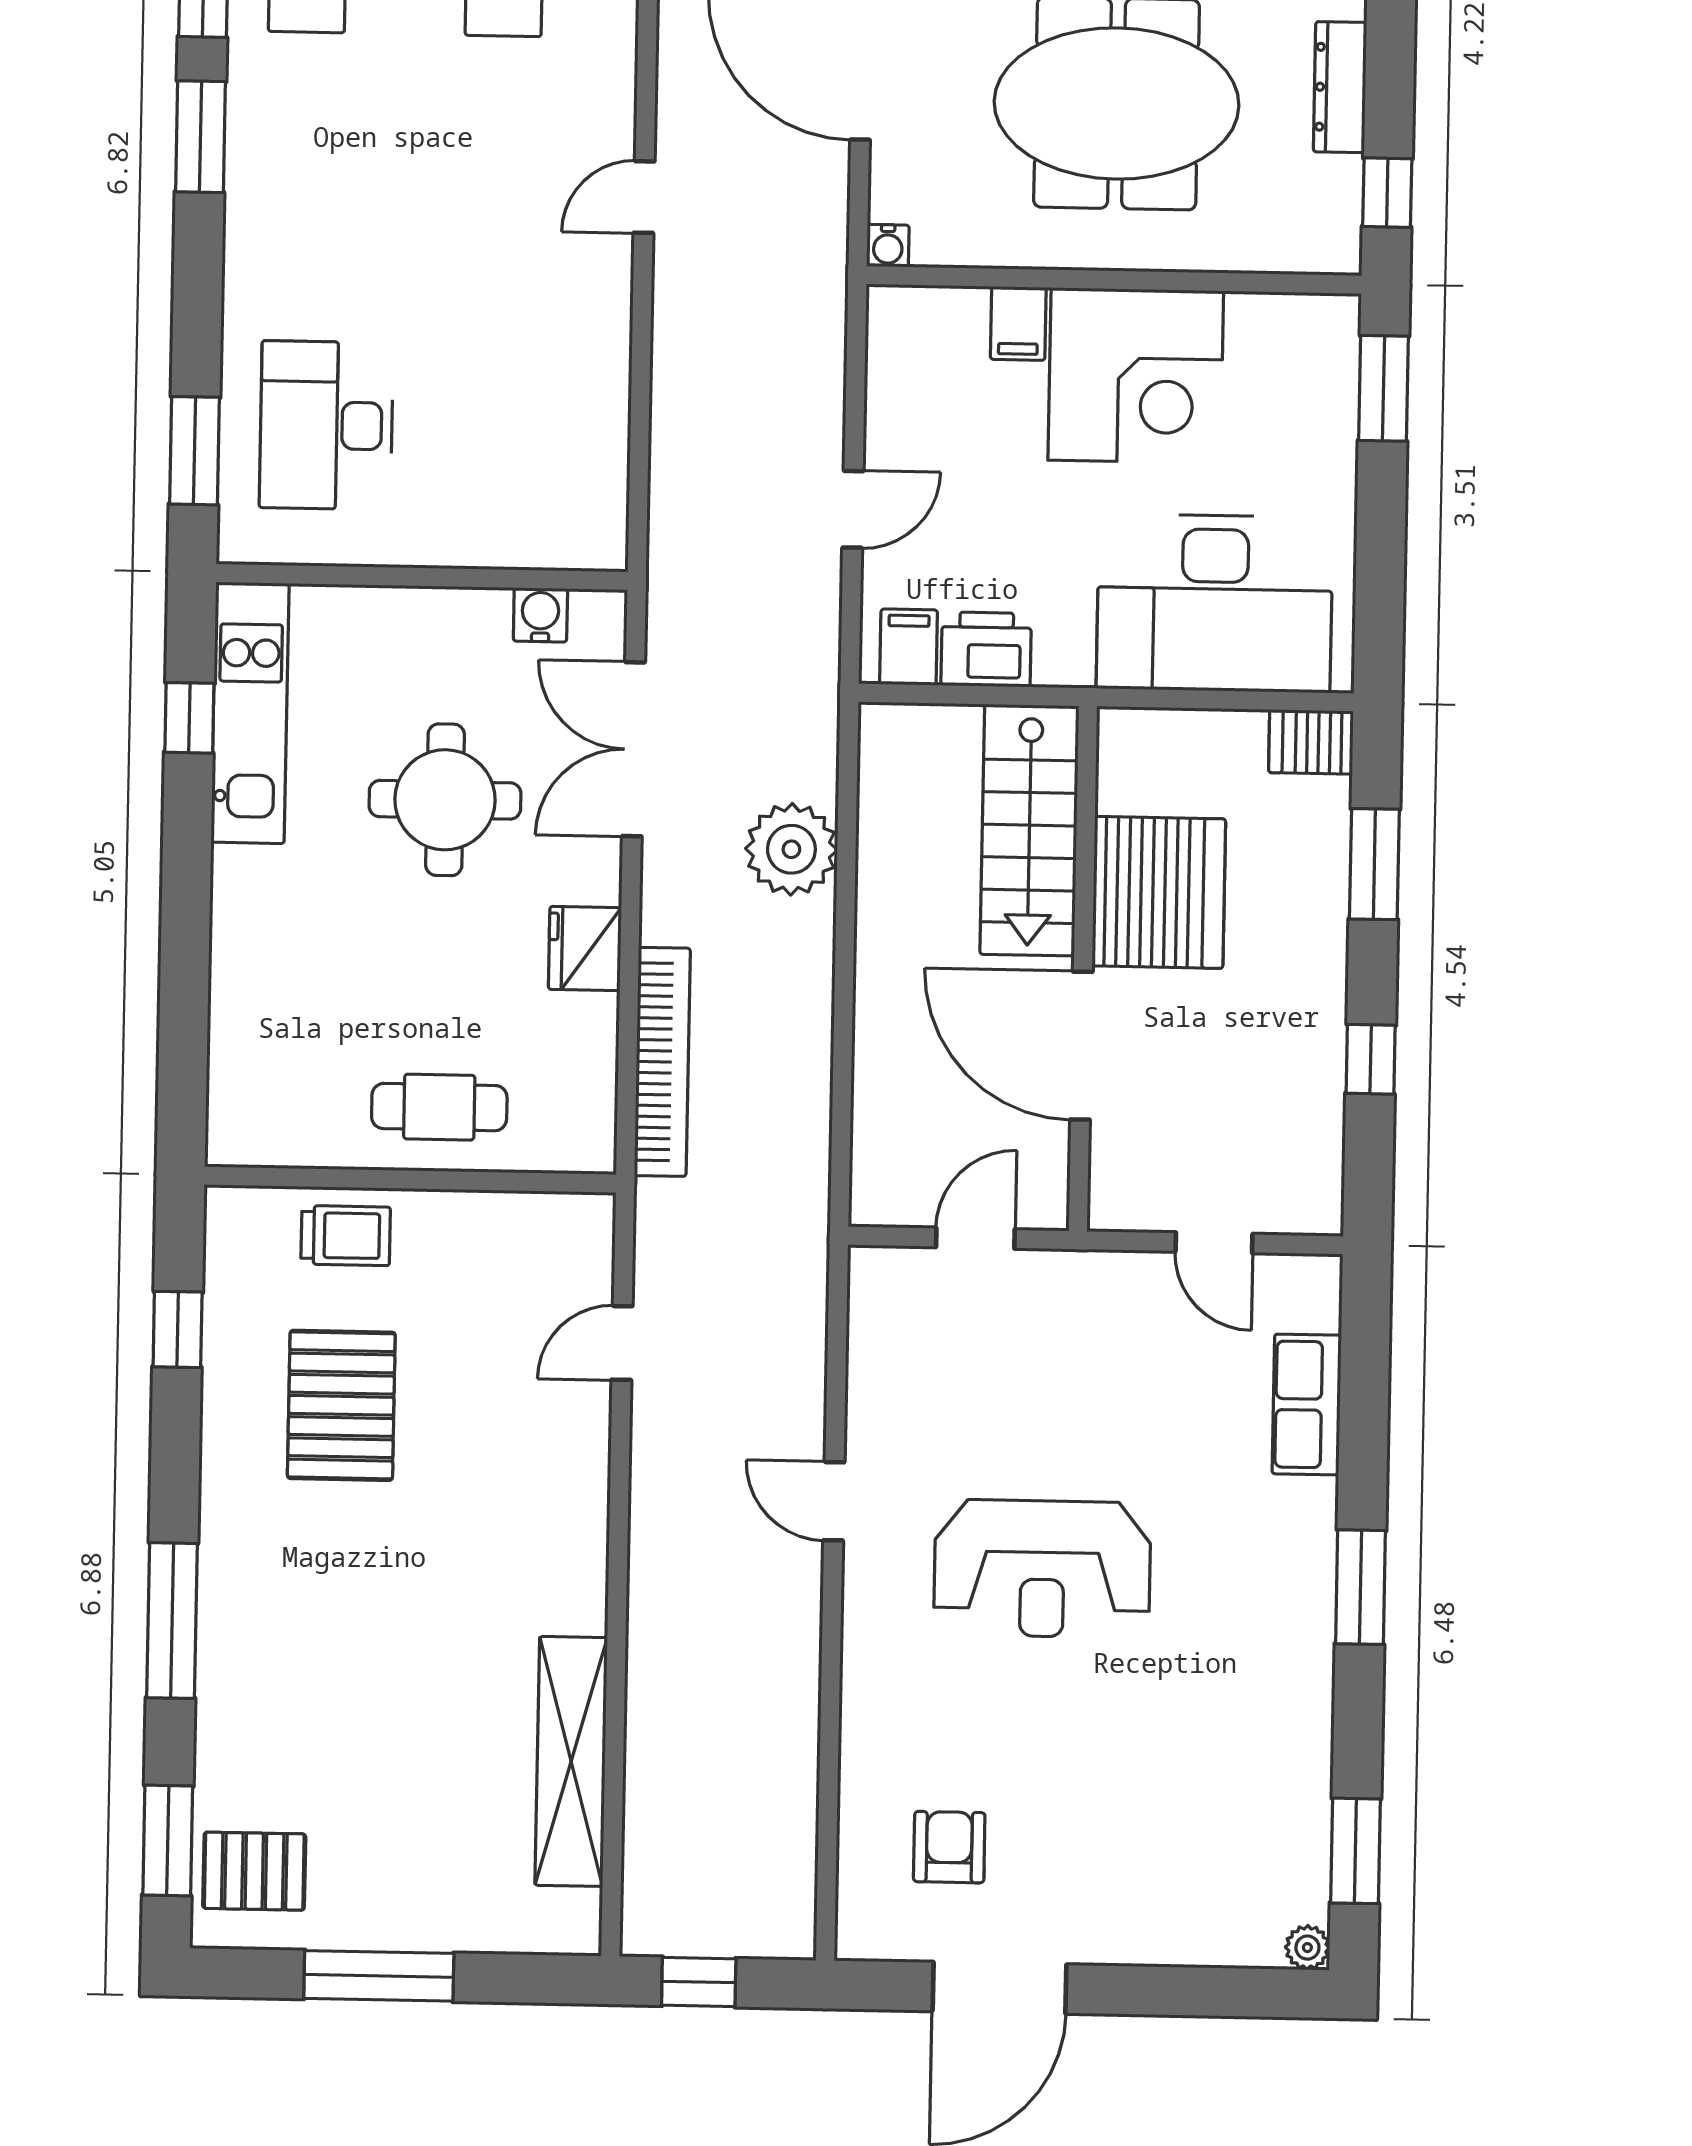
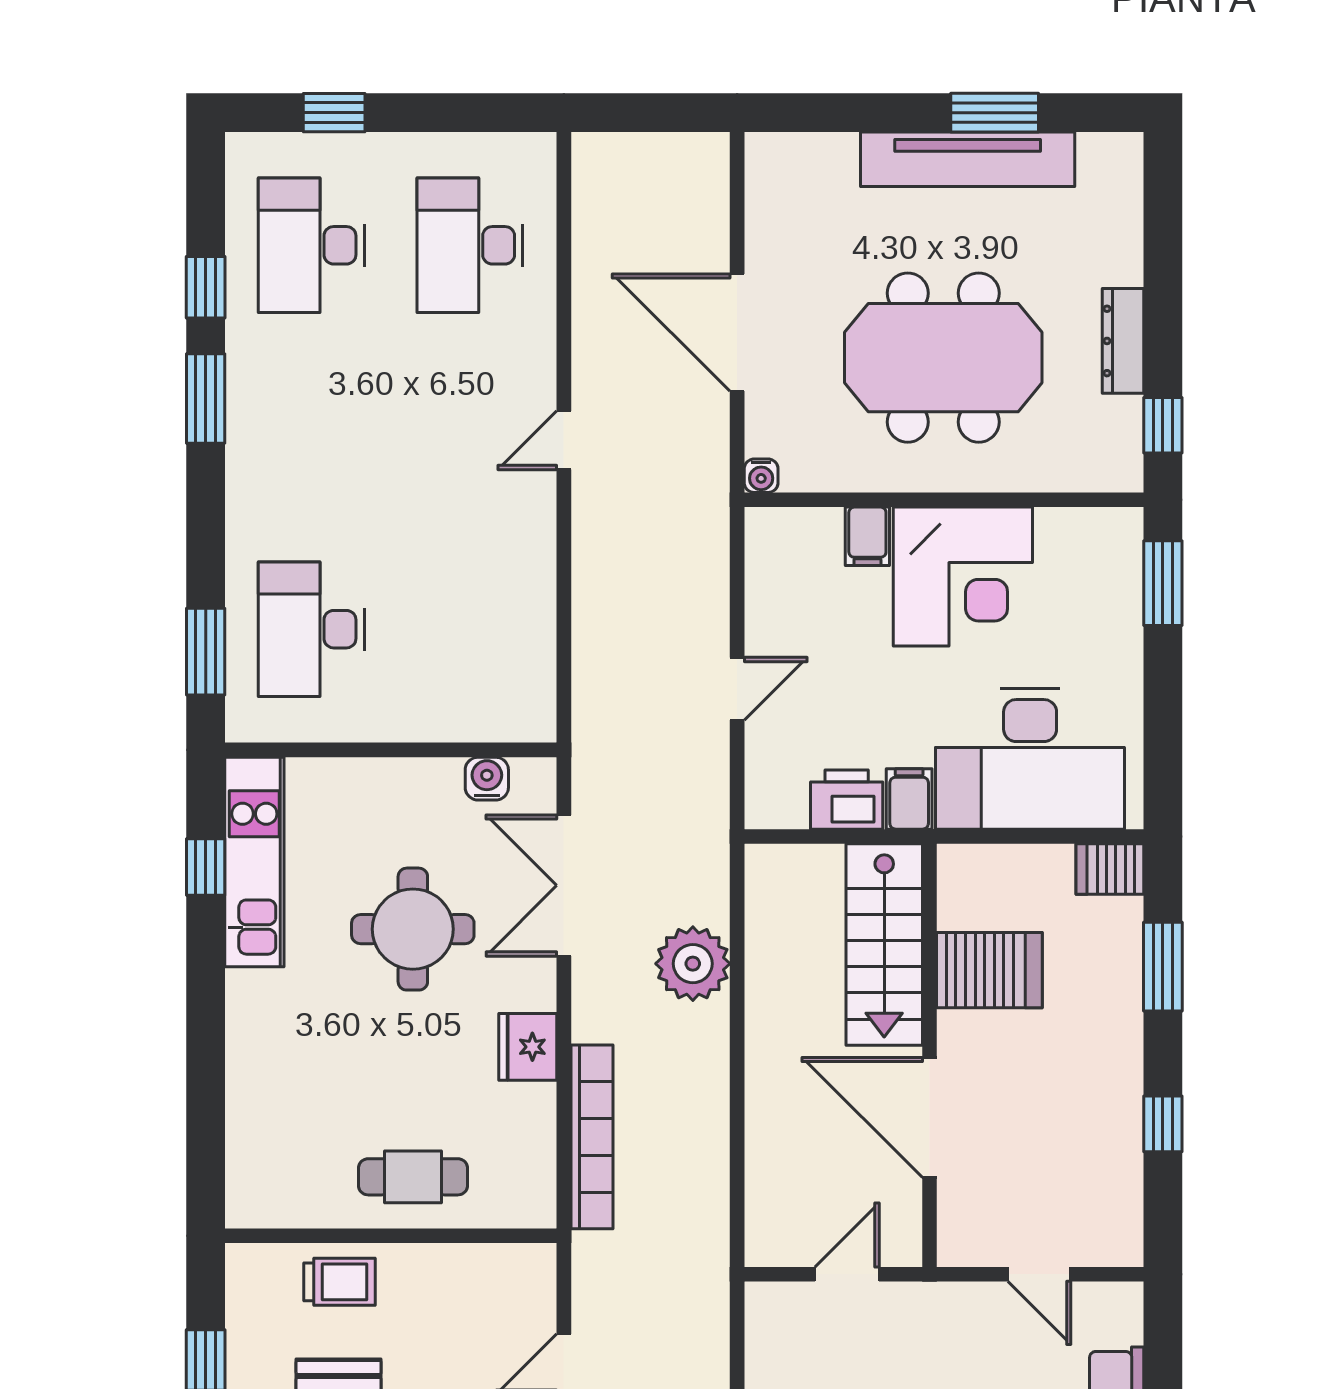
filing cabinet: (909, 647) -> (909, 799), moved
server rack: (1159, 892) -> (989, 970), width x0.62

